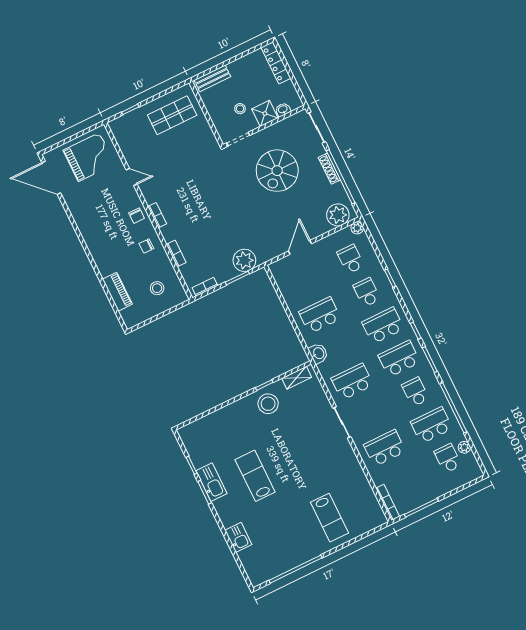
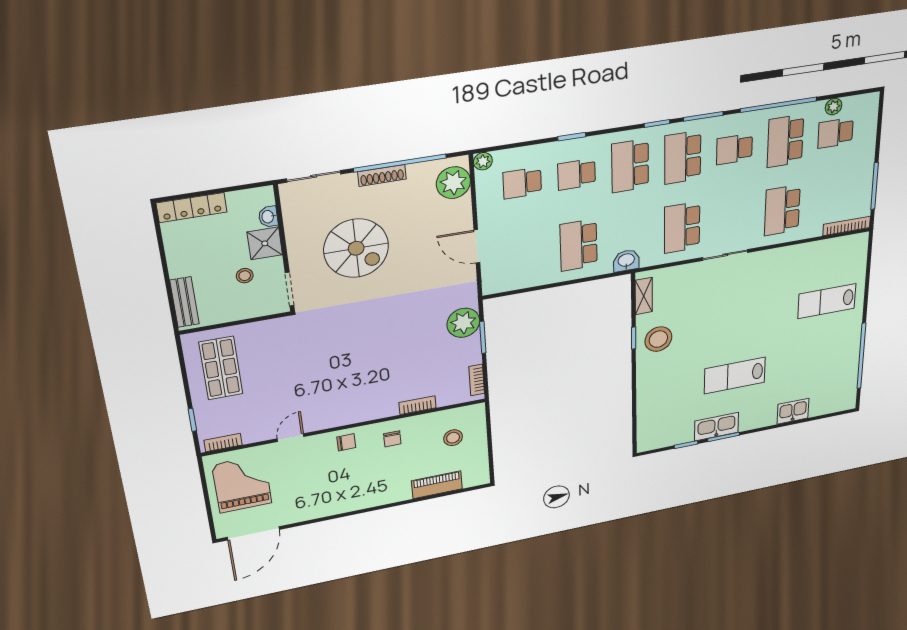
bookcase: (157, 215) -> (223, 443), moved
lab bench: (330, 518) -> (827, 301), turned 180

